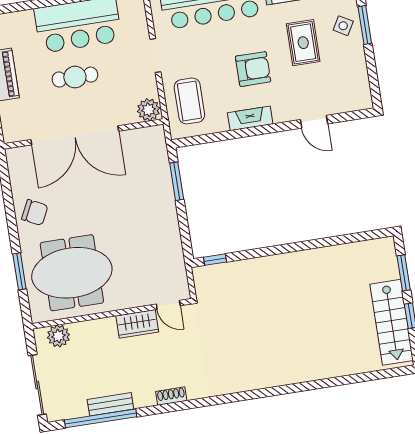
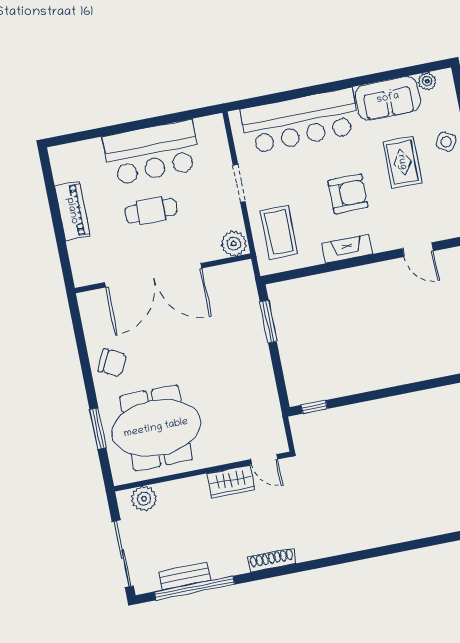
shoe rack: (171, 396) -> (272, 560), width x1.43
bench: (110, 404) -> (185, 576), moved

